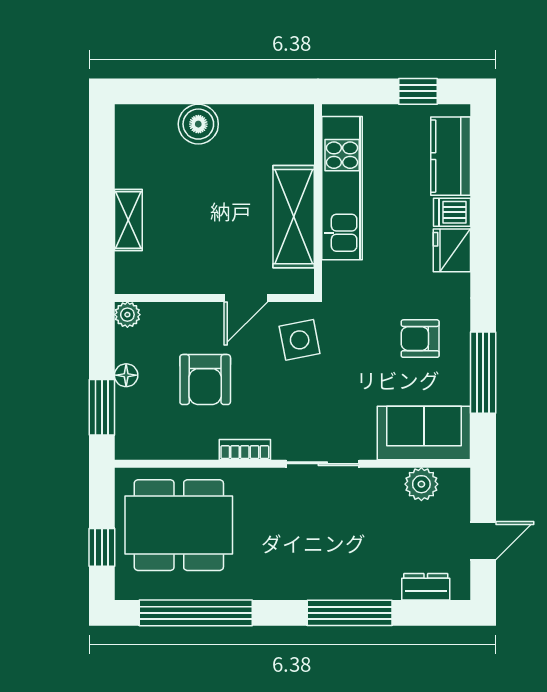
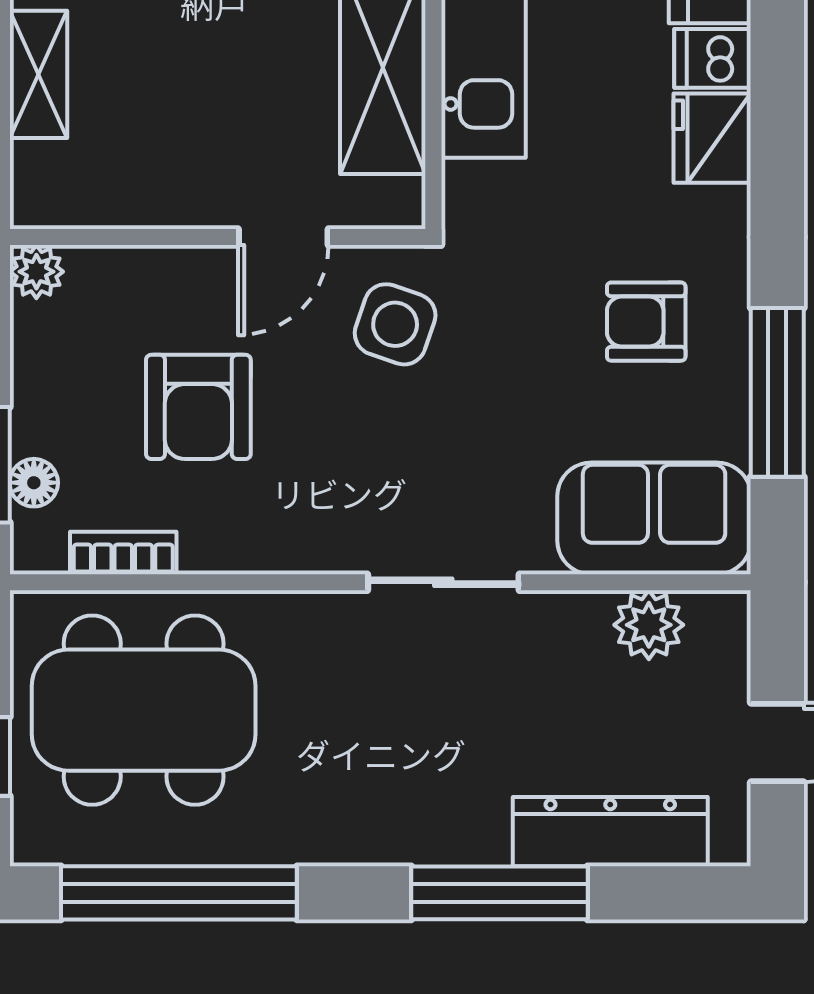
side table: (300, 340) -> (395, 324), turned 30
floor lamp: (126, 375) -> (34, 483), moved
bookcase: (245, 450) -> (123, 553), moved
dresser: (426, 587) -> (610, 832), width x1.96, depth x1.24

